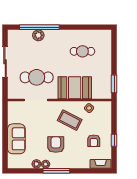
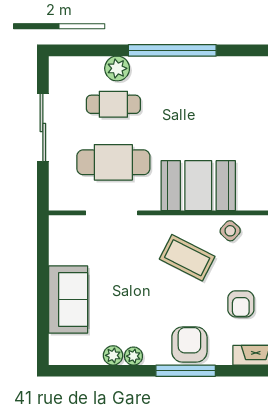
window: (39, 27) -> (172, 50), moved
cafe table: (82, 51) -> (113, 104), moved
armchair: (56, 145) -> (189, 345), moved
window: (56, 171) -> (186, 371), moved

